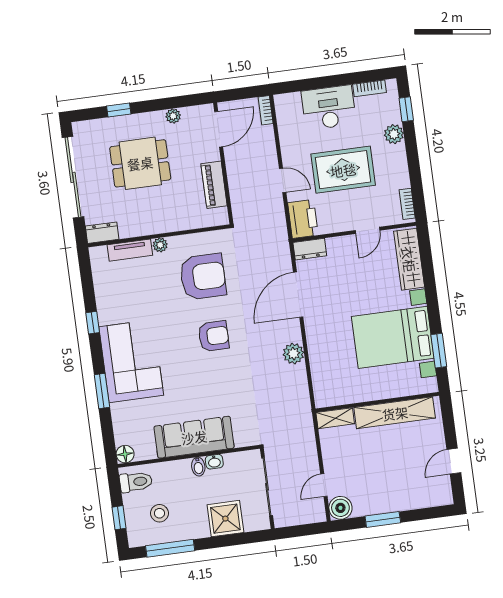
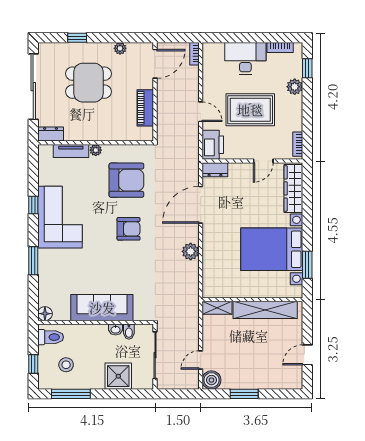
corner sofa: (131, 361) -> (60, 217), moved
bidet: (198, 467) -> (129, 332), moved

